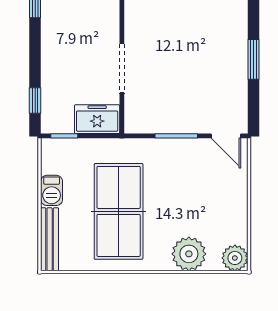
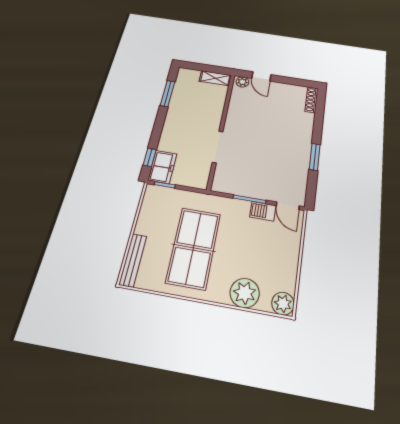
freezer: (97, 119) -> (162, 167), moved, turned 90
barbecue: (52, 190) -> (263, 211), moved, turned 90

